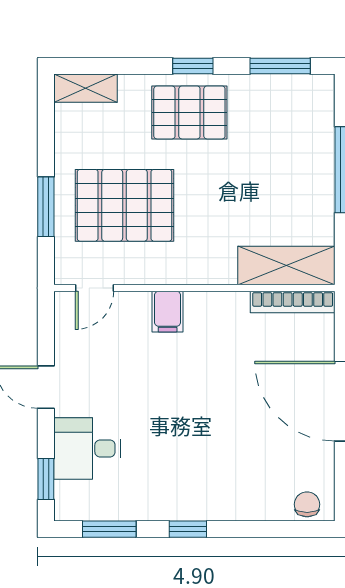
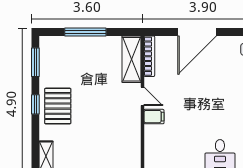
pallet: (124, 205) -> (103, 137), removed
door: (94, 288) -> (143, 96), moved

